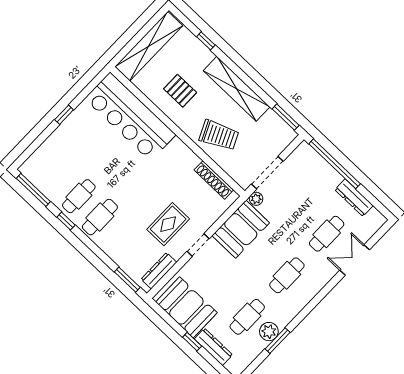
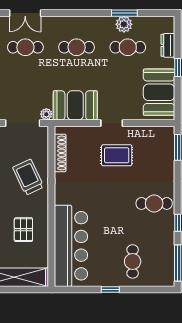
cafe table: (79, 196) -> (133, 261), moved, turned 90
dresser: (159, 271) -> (152, 132), removed
dresser: (213, 347) -> (168, 45), width x0.70

